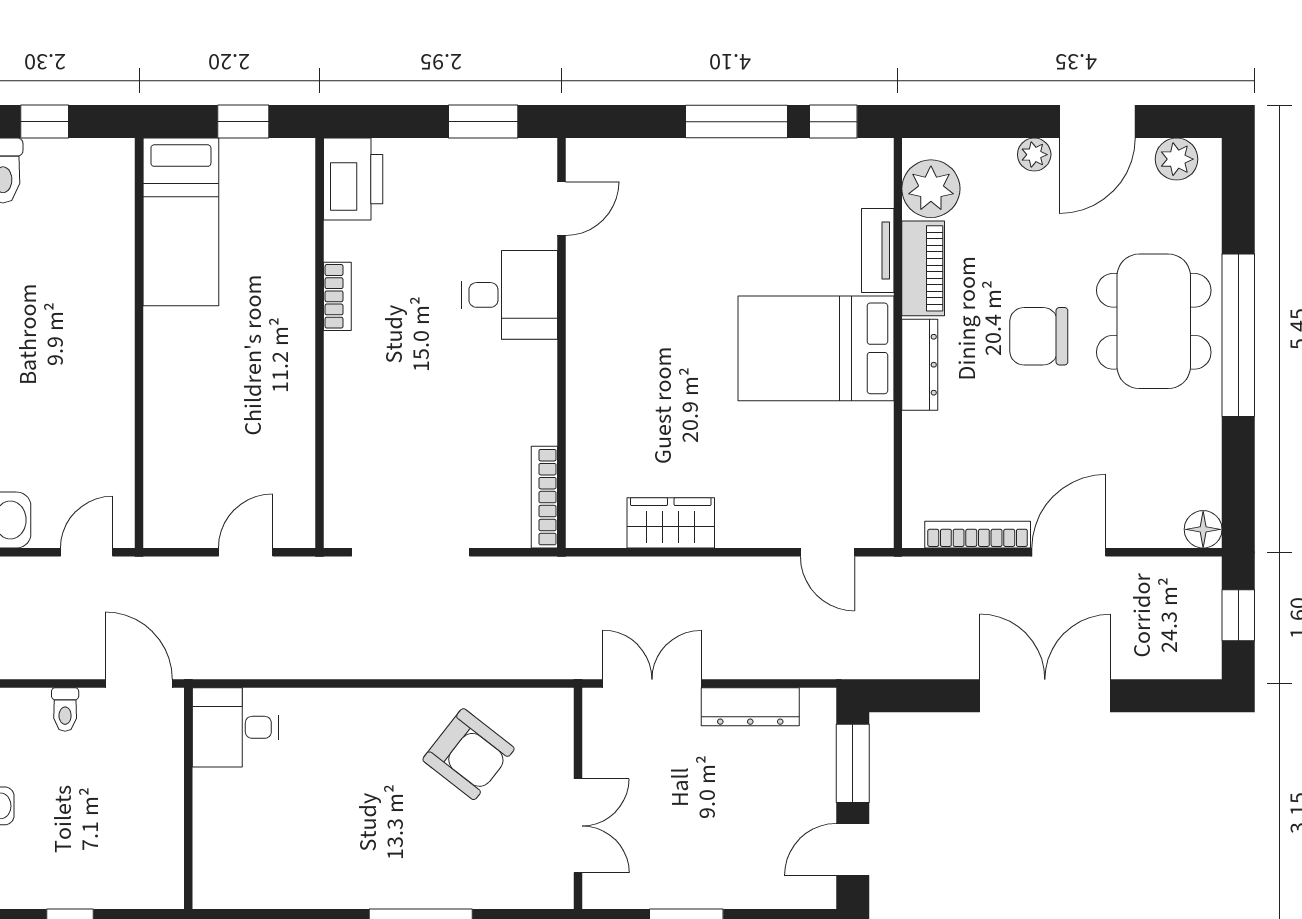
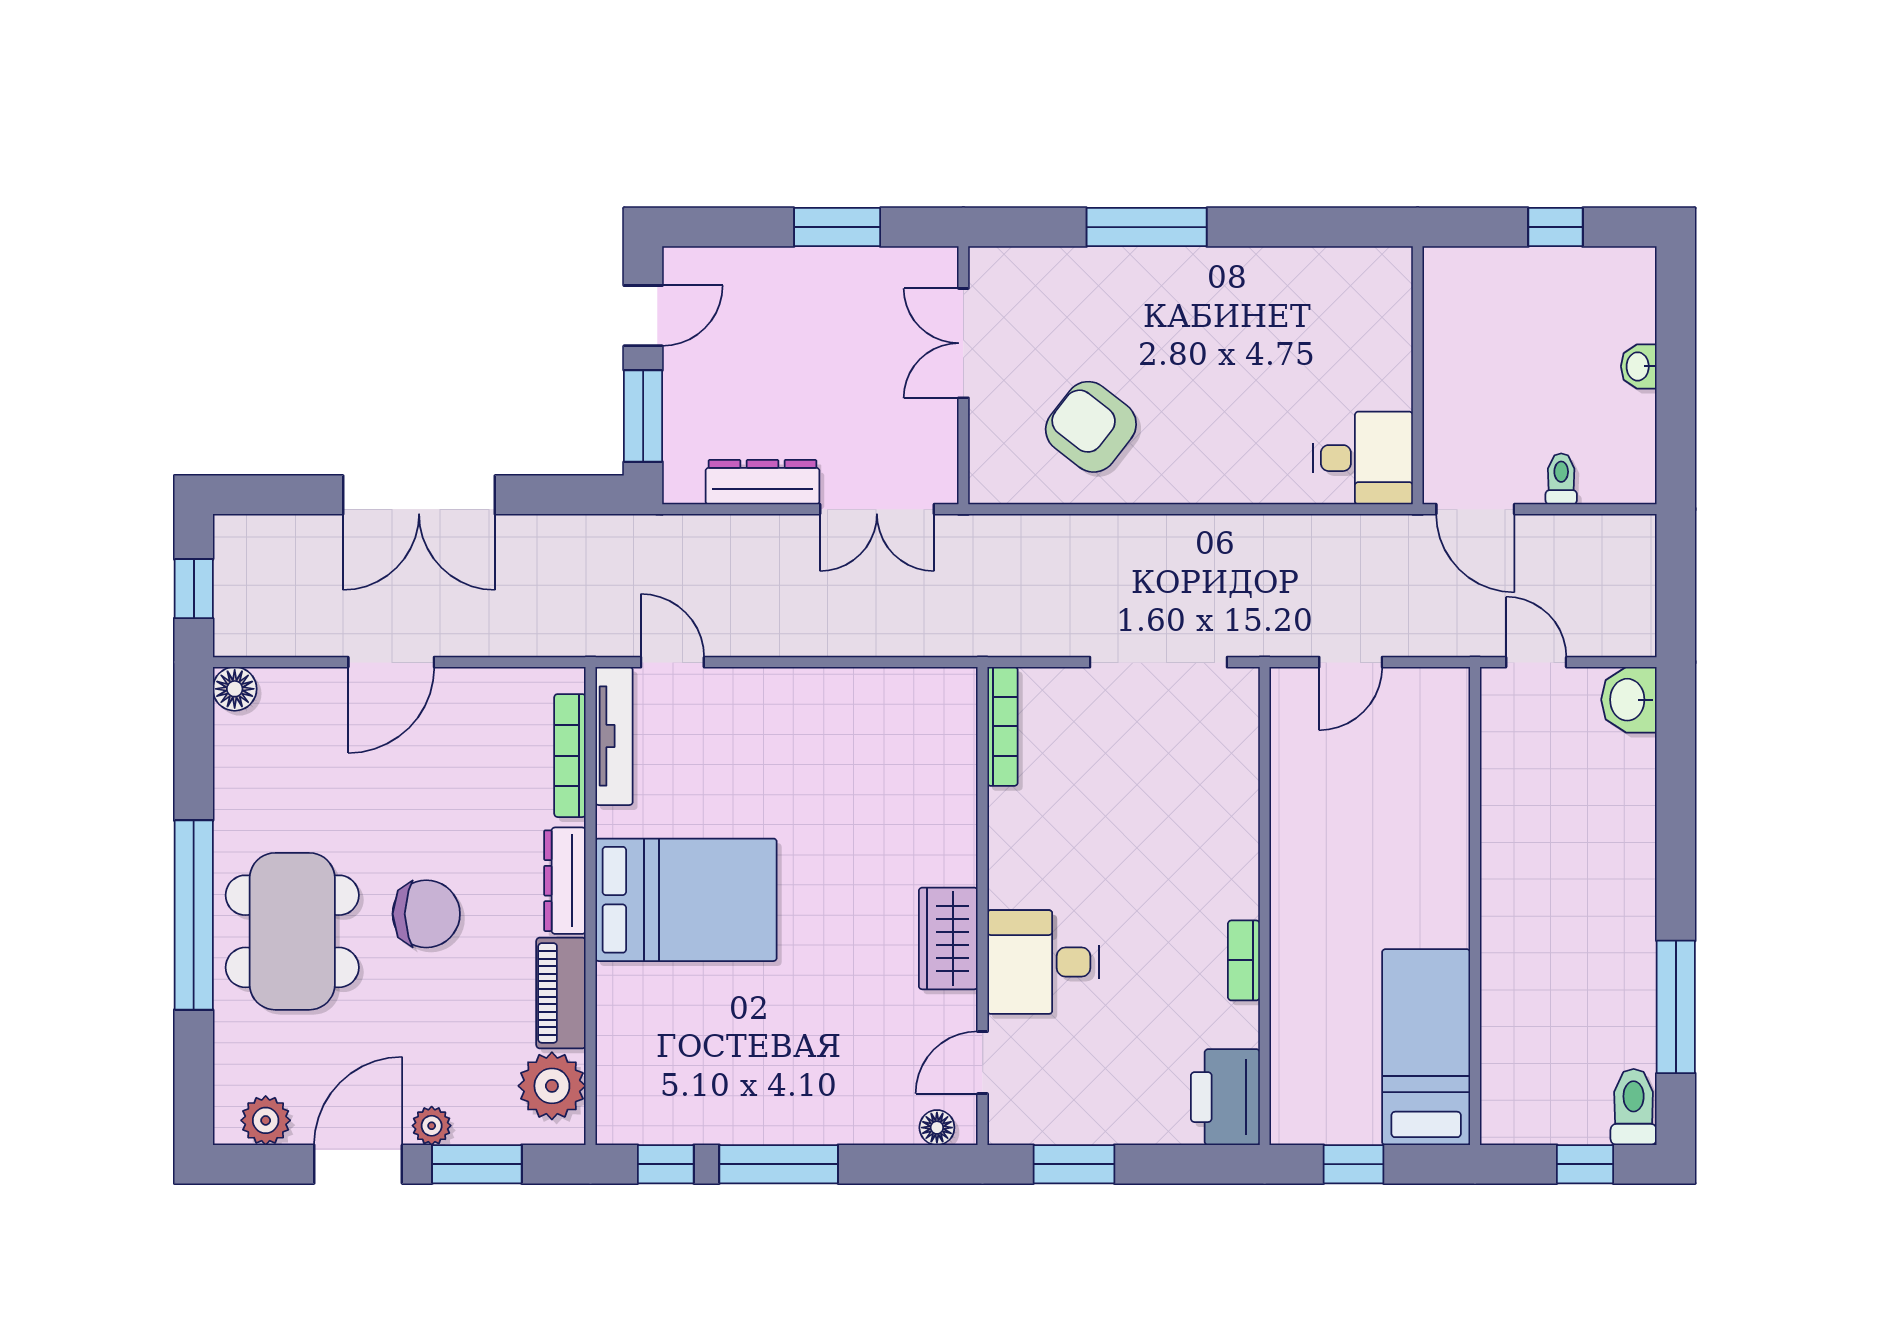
window: (995, 122) -> (477, 1164), added
floor lamp: (601, 153) -> (937, 1128), added
tv unit: (878, 250) -> (614, 736), moved, width x1.41
wardrobe: (671, 523) -> (948, 938), moved, turned 90
bookcase: (978, 535) -> (570, 756), moved, turned 90
door: (87, 552) -> (1536, 662), swing flipped

